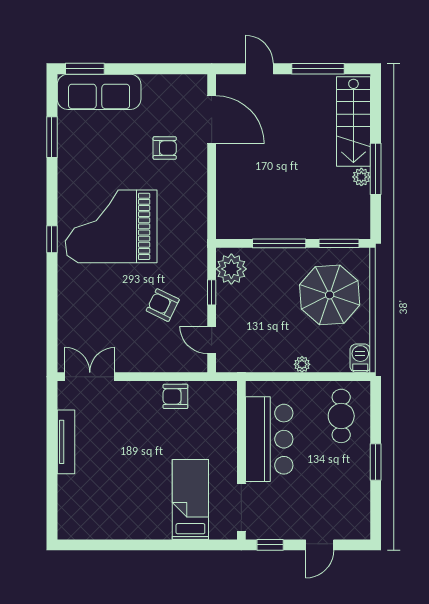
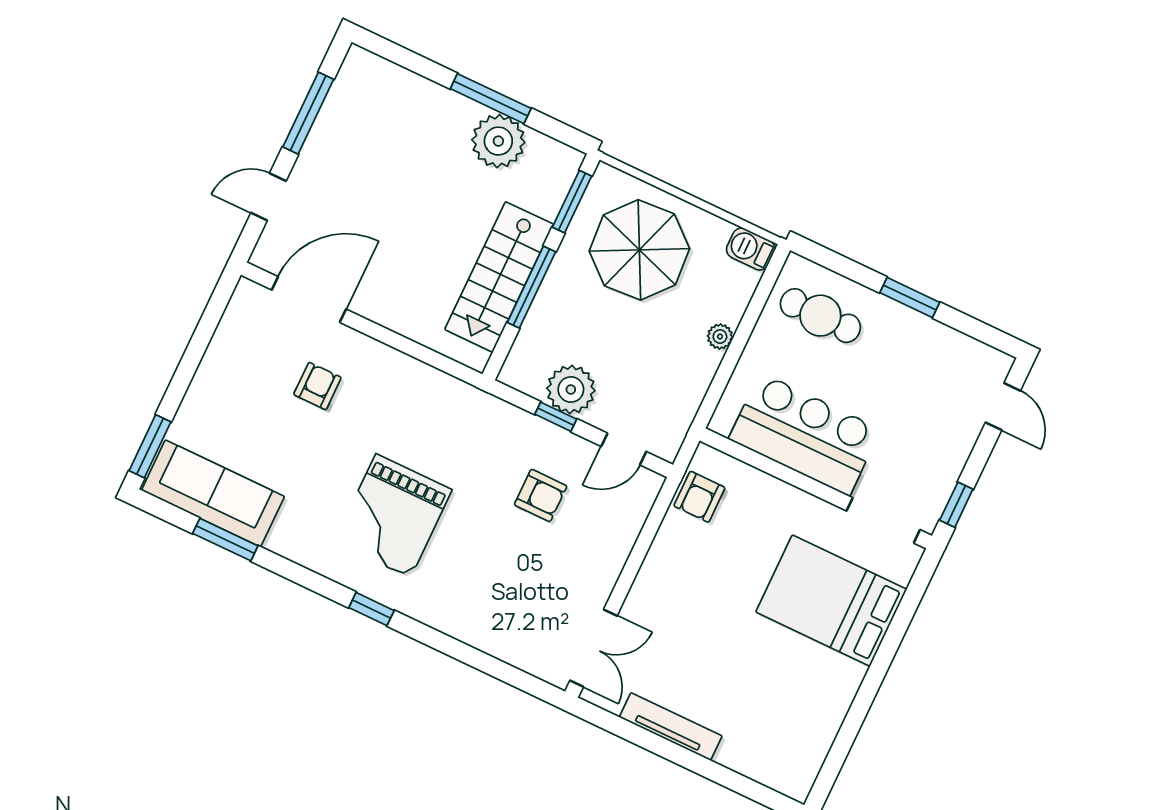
sofa: (99, 92) -> (213, 493), moved, turned -90
stairs: (353, 121) -> (499, 277), moved, turned 90
plant: (361, 177) -> (498, 141), width x1.88, depth x1.88
grand piano: (111, 226) -> (393, 516), width x0.73, depth x0.68
plant: (231, 269) -> (571, 389), moved
armchair: (163, 305) -> (541, 495), turned -116
double door: (90, 377) -> (593, 648), swing flipped
armchair: (175, 396) -> (699, 497), moved
bed: (190, 499) -> (831, 601), width x1.50
door: (320, 545) -> (1003, 407), moved

